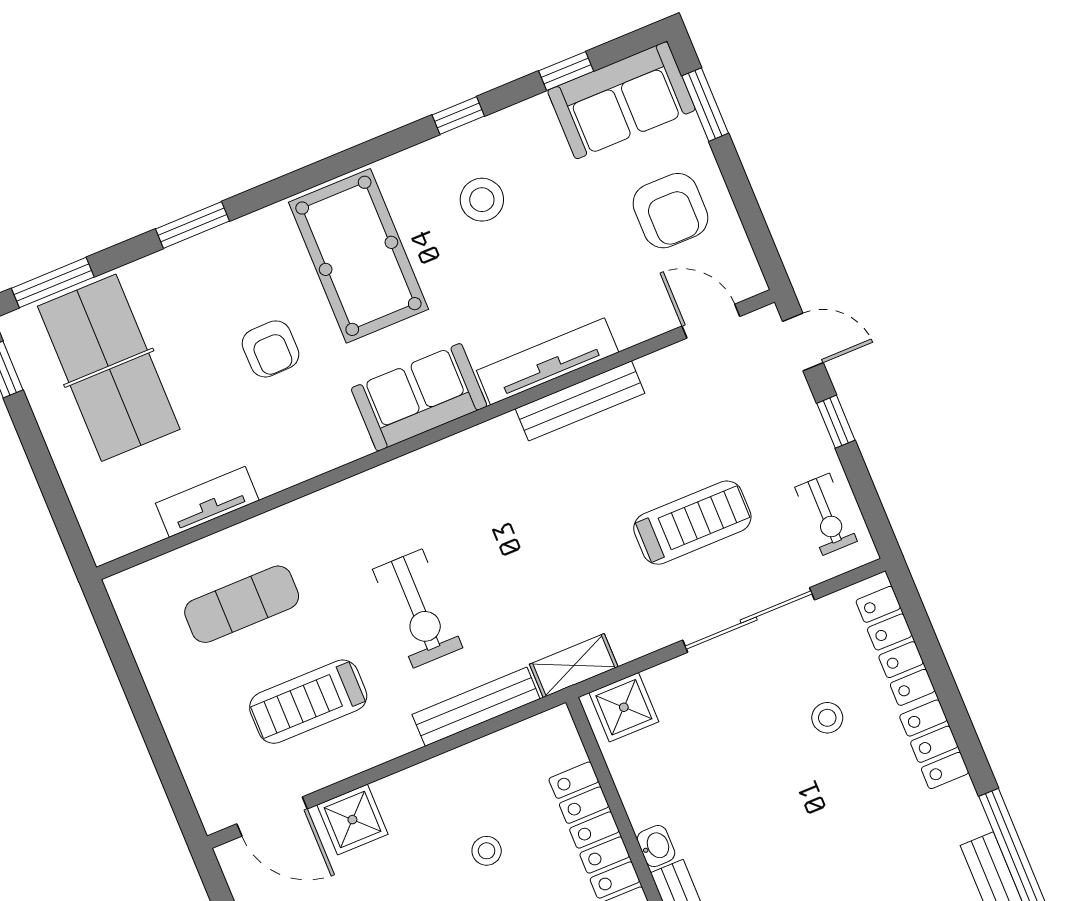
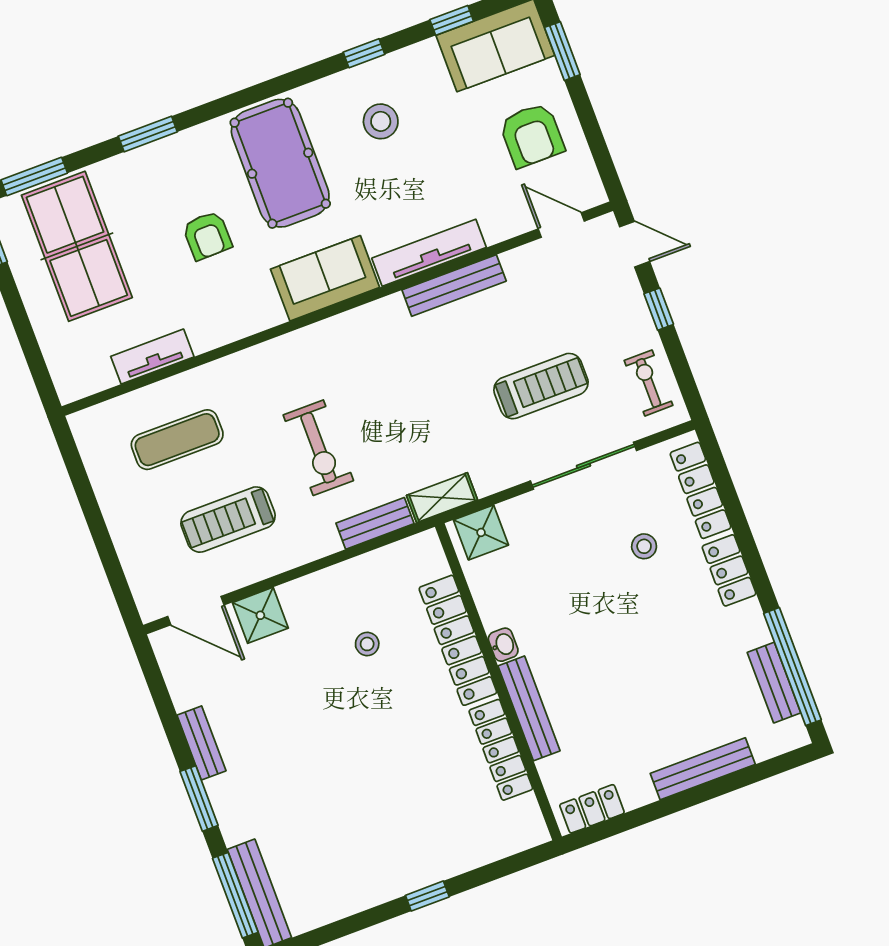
exercise bike: (826, 514) -> (648, 383), turned 180
bench: (476, 707) -> (375, 523), width x0.73

